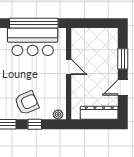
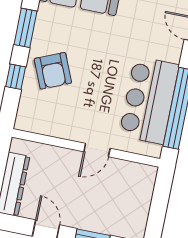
plant: (58, 114) -> (24, 117), removed

